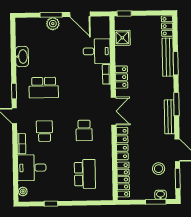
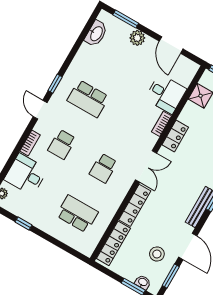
window: (51, 15) -> (126, 19), moved
washbasin: (22, 57) -> (96, 34), moved
school desk: (44, 131) -> (62, 144), turned 180
school desk: (85, 174) -> (77, 214), turned -90

